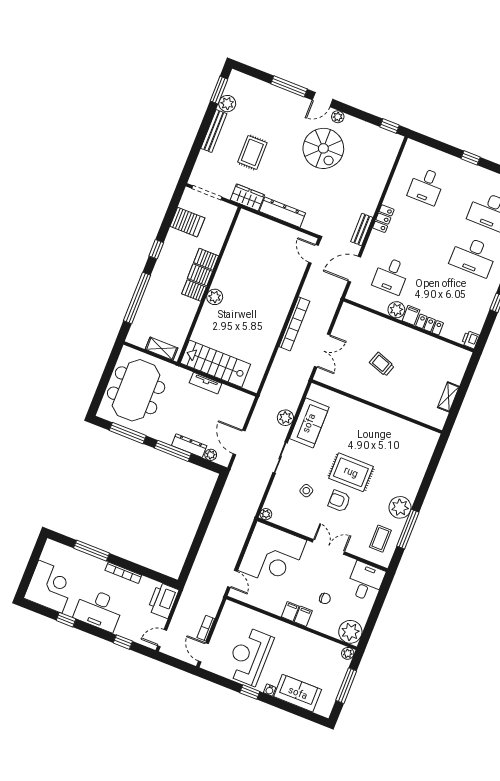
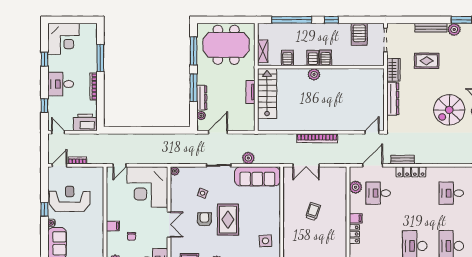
locker: (383, 219) -> (411, 172), width x1.53
server rack: (206, 259) -> (287, 58), moved
door: (354, 269) -> (373, 165), hinge flipped
plant: (396, 310) -> (356, 187), moved
sofa: (309, 423) -> (257, 176), width x1.36
side table: (395, 437) -> (265, 241), added
desk: (99, 610) -> (61, 84), width x0.73
filing cabinet: (290, 612) -> (113, 215), removed

